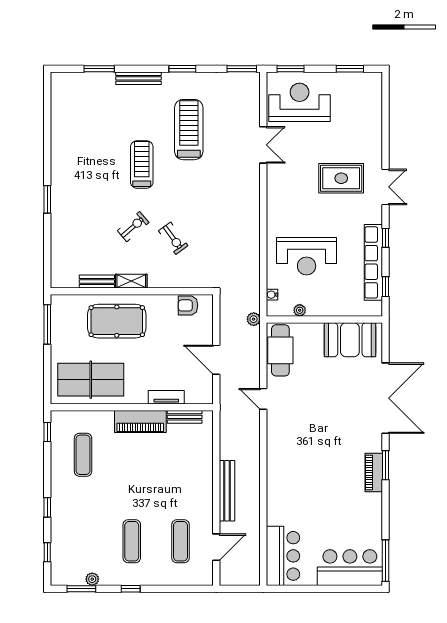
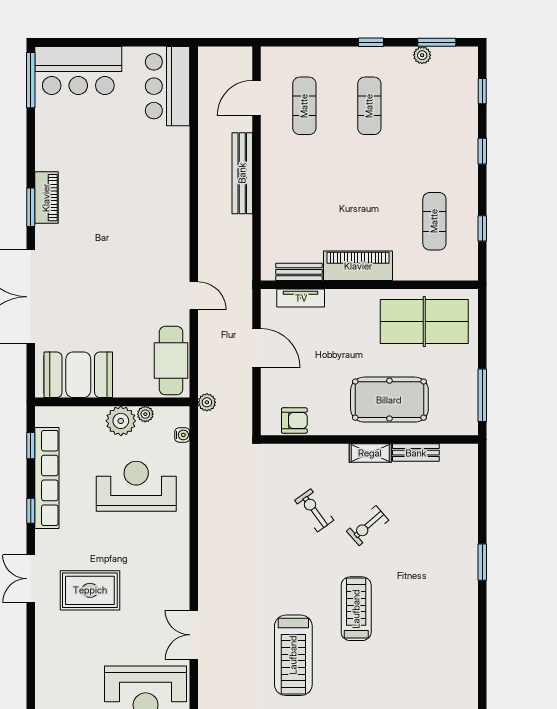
treadmill: (142, 164) -> (356, 609), turned 180
plant: (318, 305) -> (121, 421), added
tv unit: (166, 397) -> (301, 298), moved
window: (47, 432) -> (482, 228), moved

